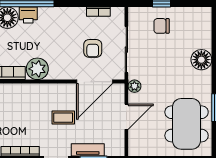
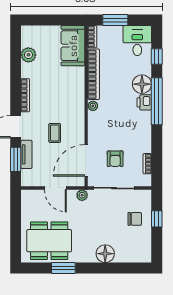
chair: (162, 26) -> (135, 219), turned 90
armchair: (93, 48) -> (115, 159), turned -90
plant: (37, 69) -> (93, 106), width x0.53, depth x0.53
door: (95, 82) -> (86, 160), hinge flipped

